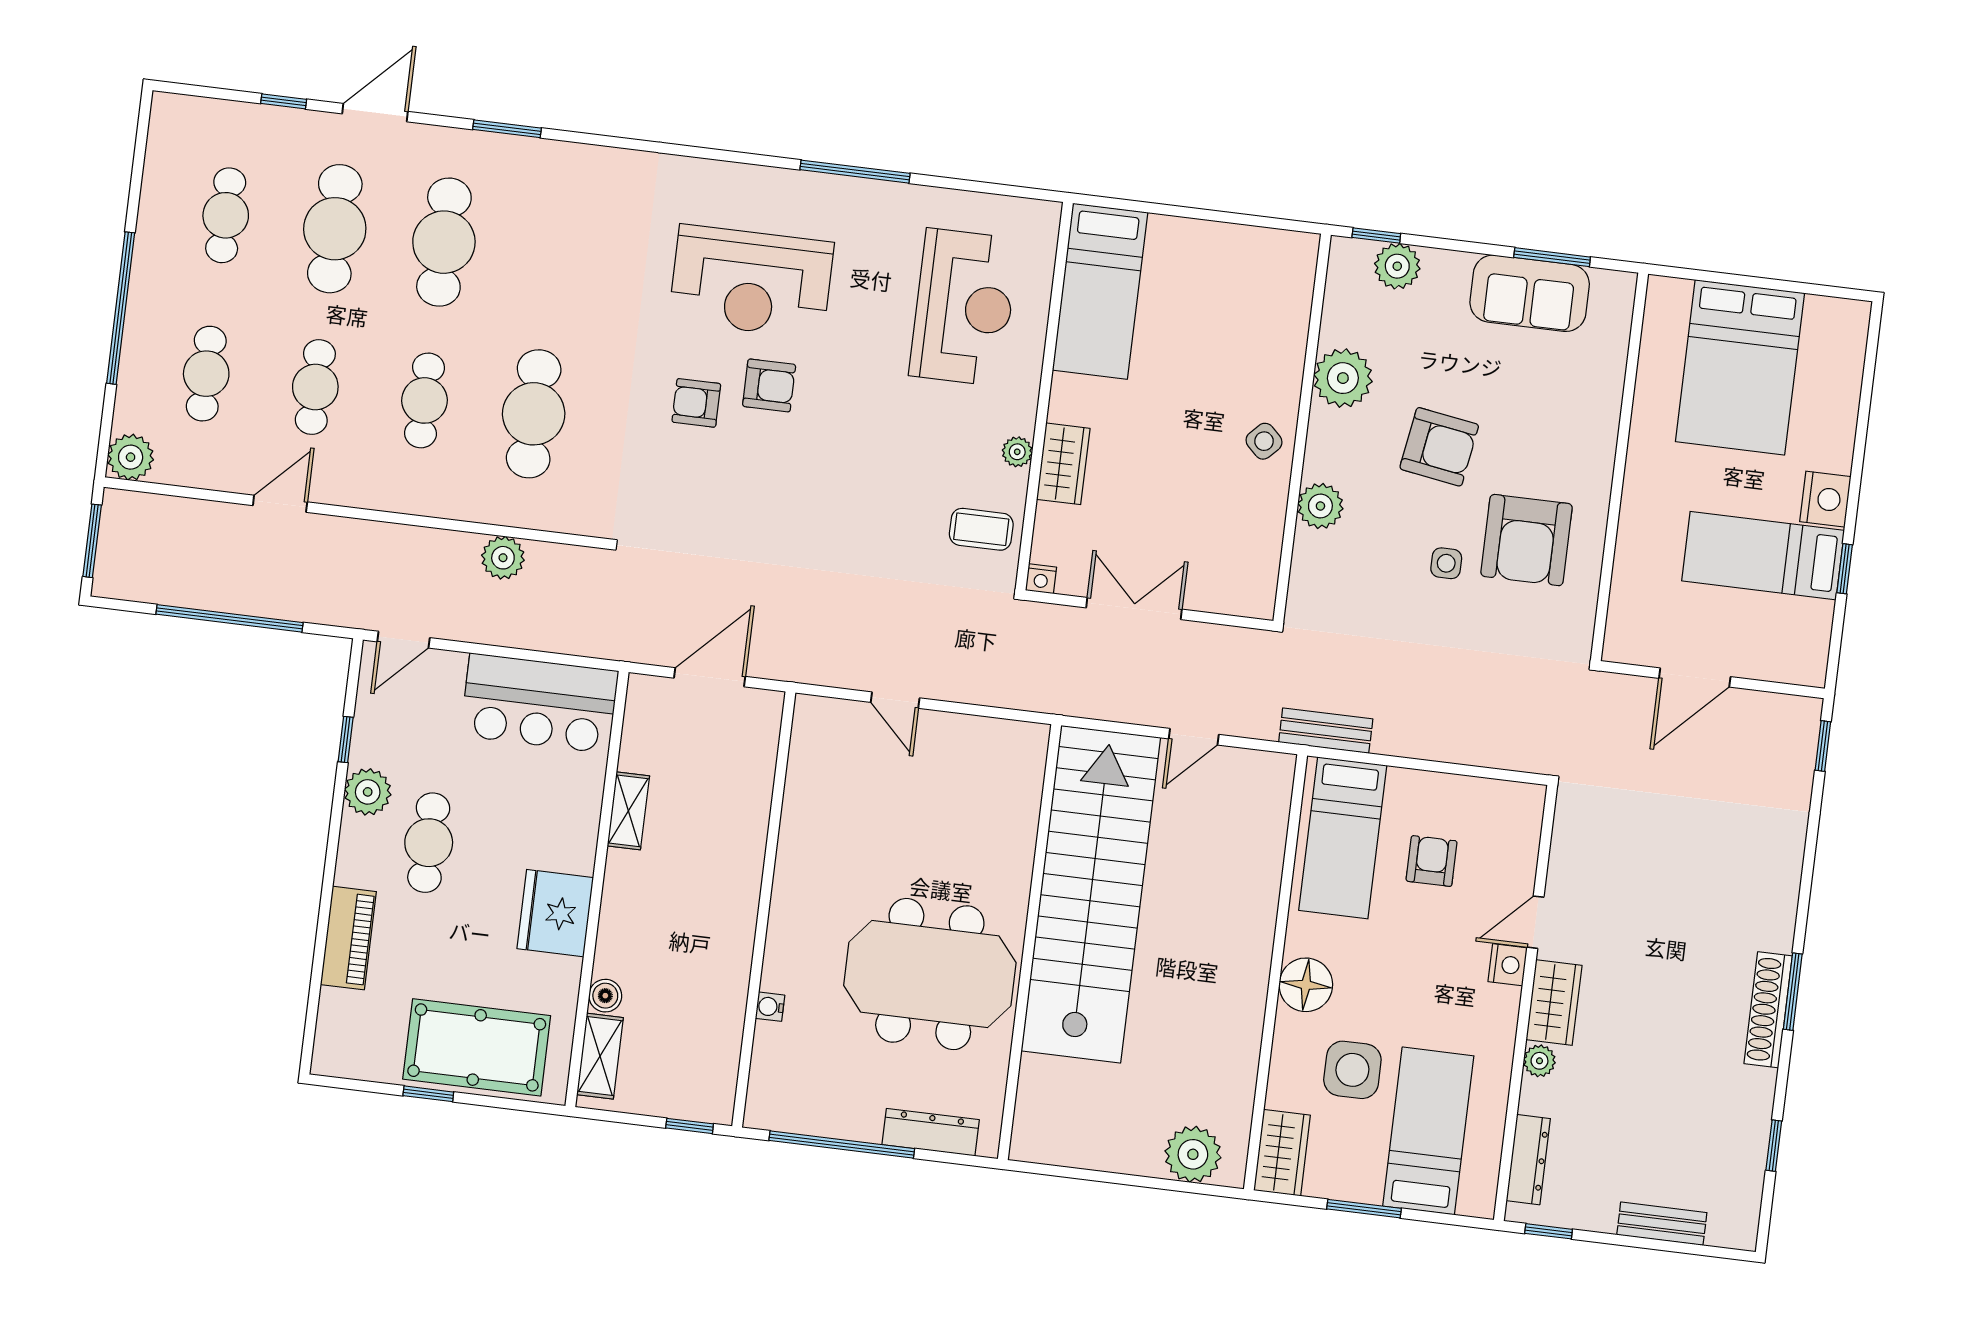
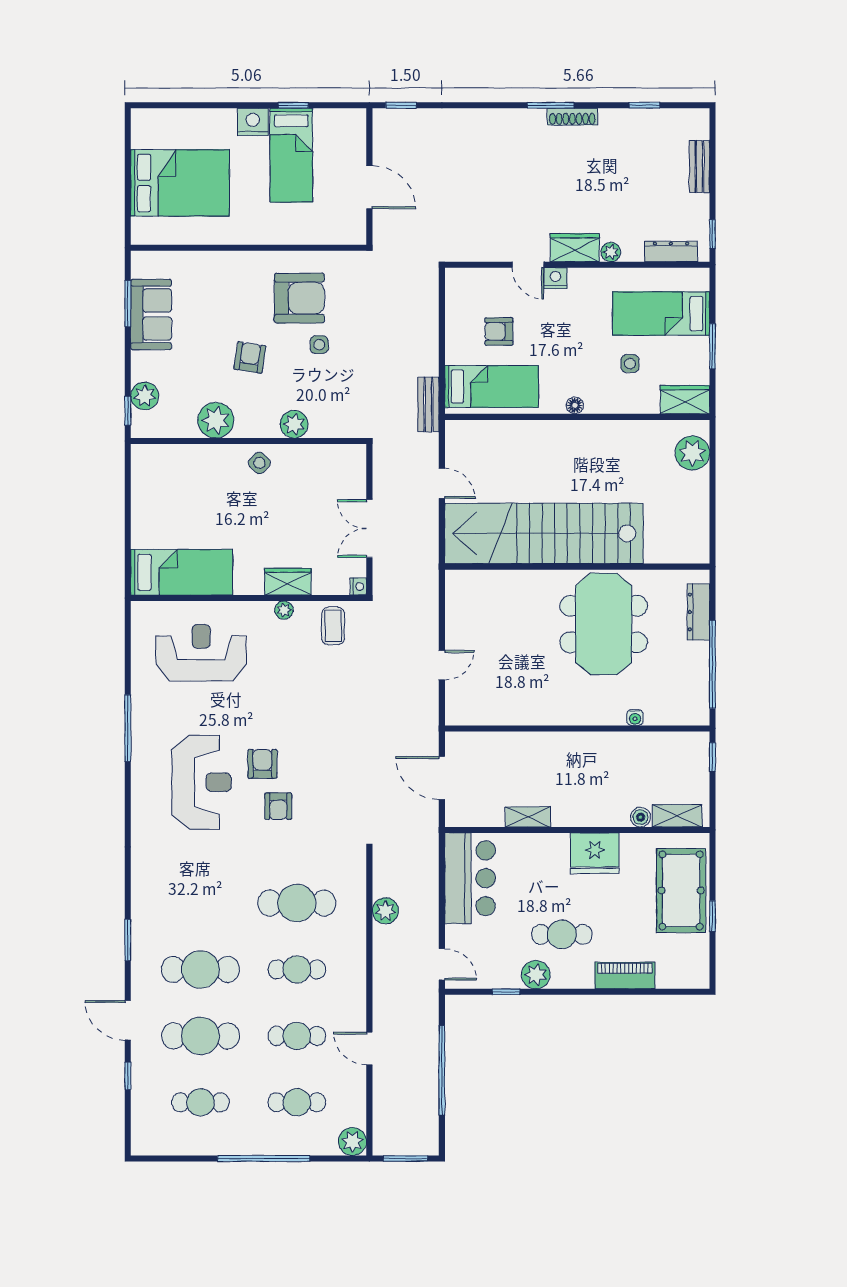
armchair: (1439, 447) -> (250, 357), width x0.72, depth x0.72
floor lamp: (1306, 985) -> (575, 405), width x0.53, depth x0.53
shoe rack: (1768, 1010) -> (572, 117), width x0.74, depth x0.81
side table: (1352, 1070) -> (630, 364), width x0.54, depth x0.54

